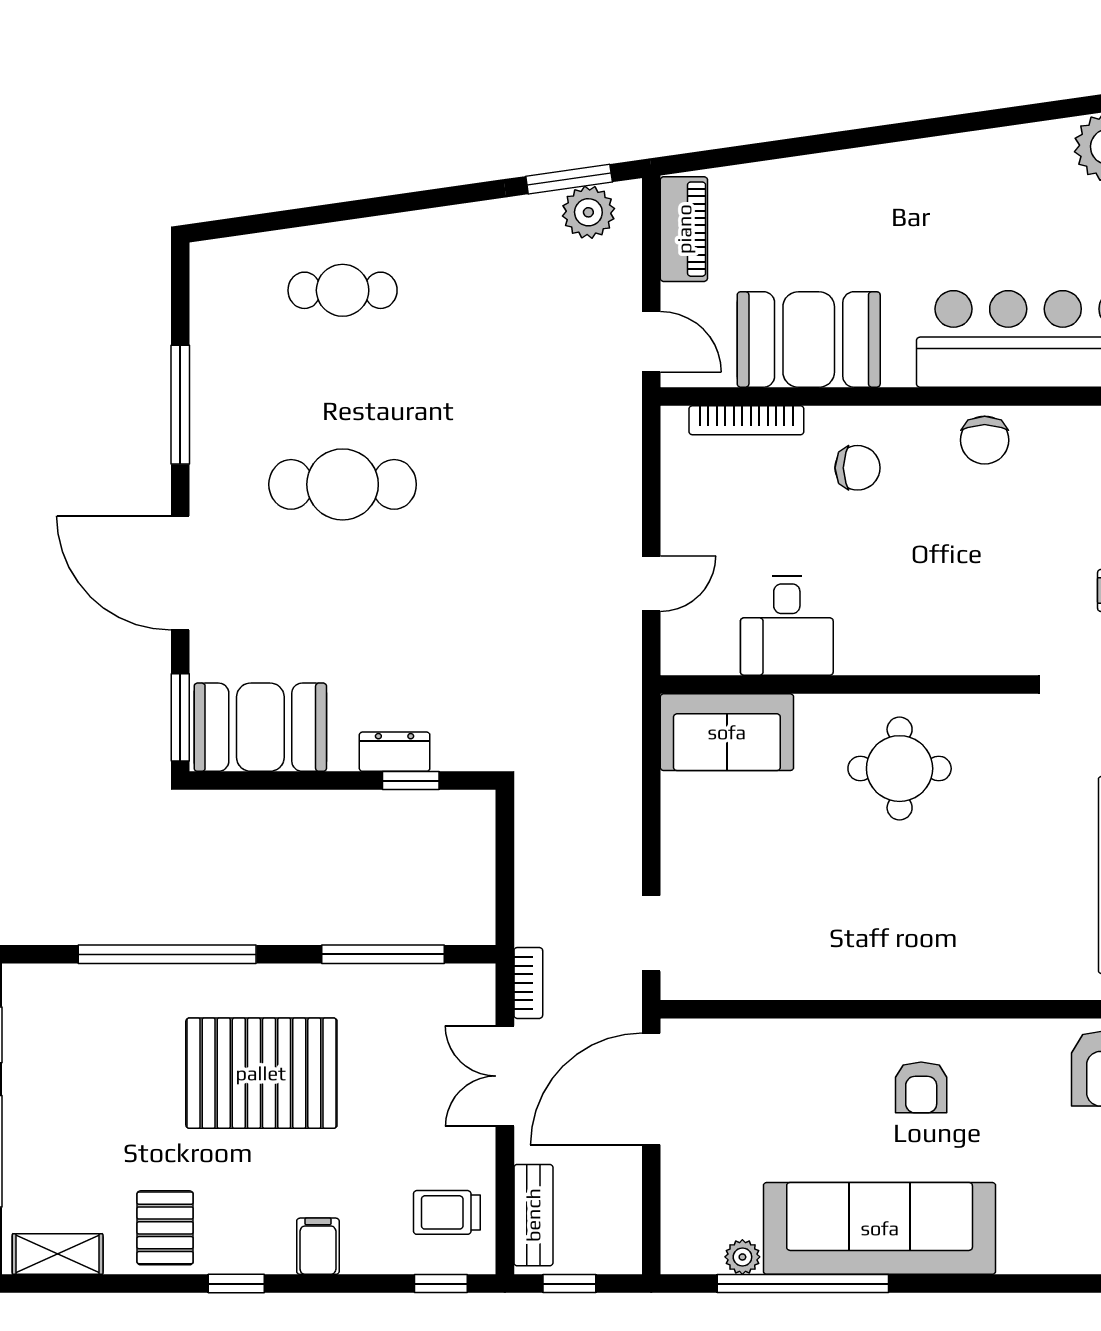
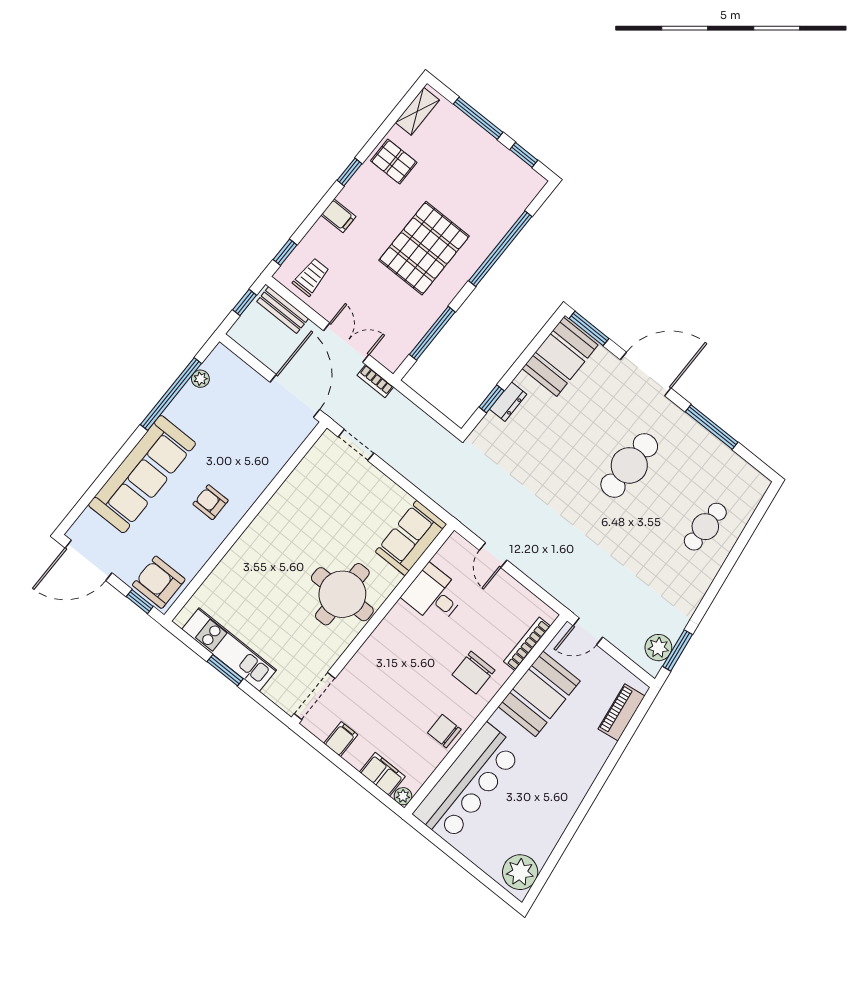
piano: (684, 229) -> (622, 712), moved, turned 82
chair: (858, 468) -> (473, 673), width x1.37, depth x1.37
round table: (900, 769) -> (342, 594), width x1.36, depth x1.36
sofa: (880, 1228) -> (142, 474), moved

